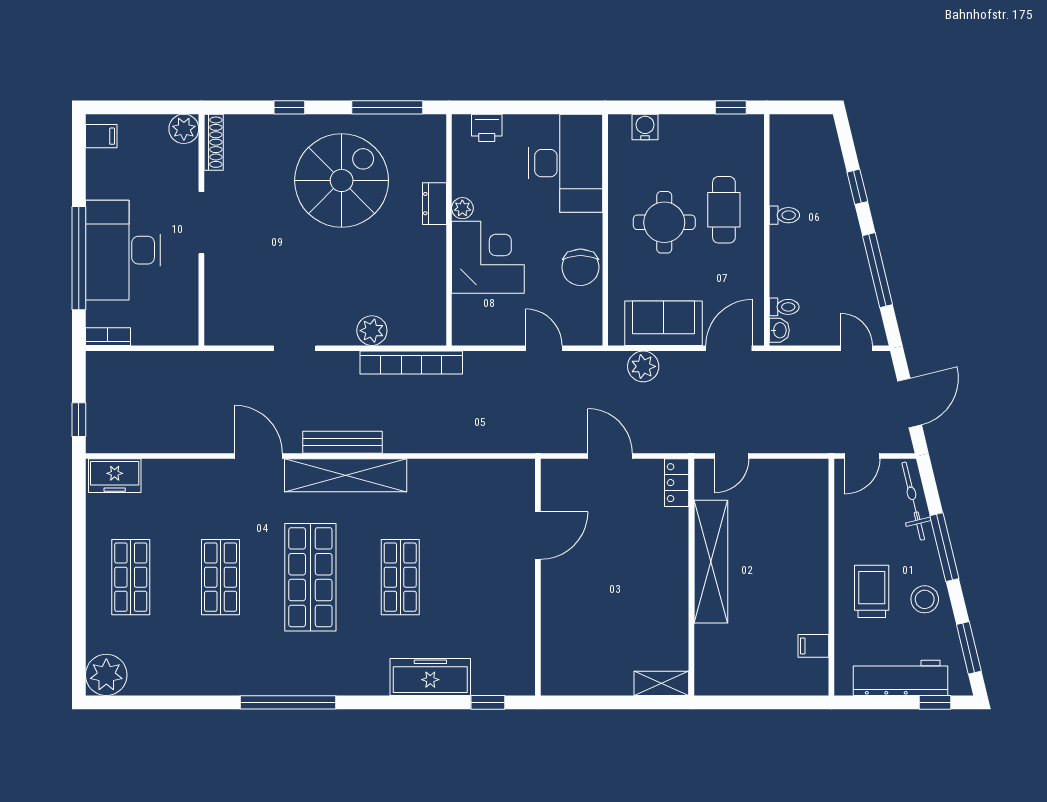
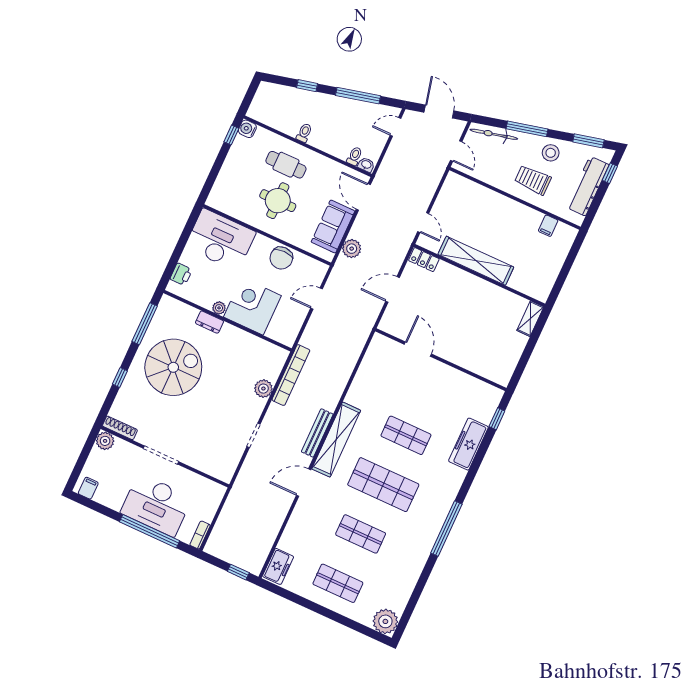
water cooler: (645, 127) -> (247, 129), moved
spiral stairs: (342, 180) -> (173, 367), turned 90
chair: (580, 267) -> (281, 258), turned 90

